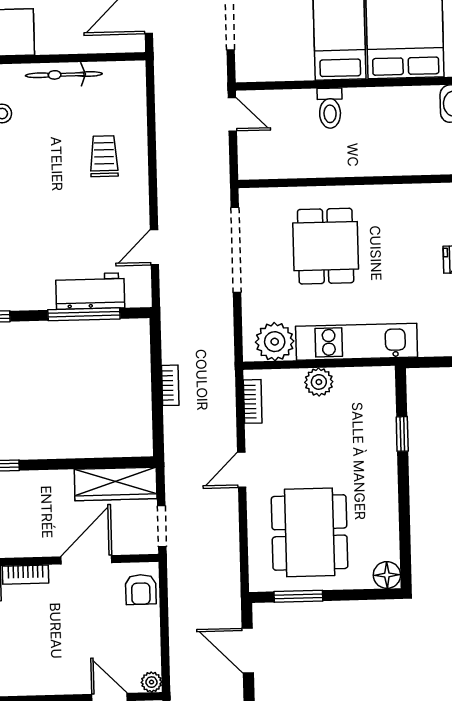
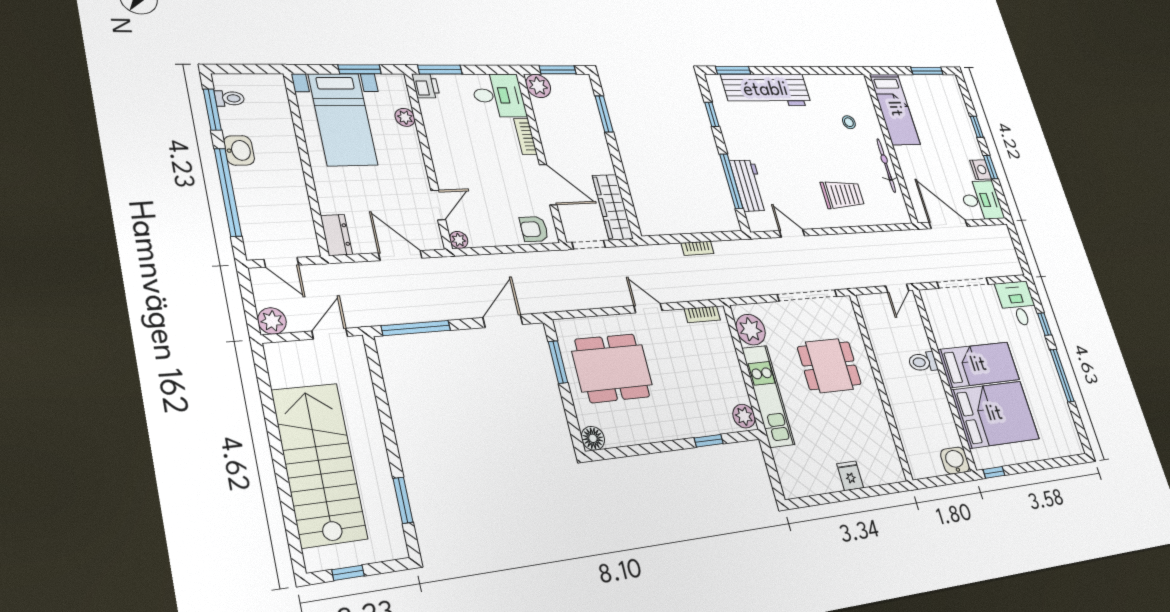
trolley: (104, 156) -> (843, 195), width x1.36, depth x1.39
plant: (319, 382) -> (744, 416), moved

